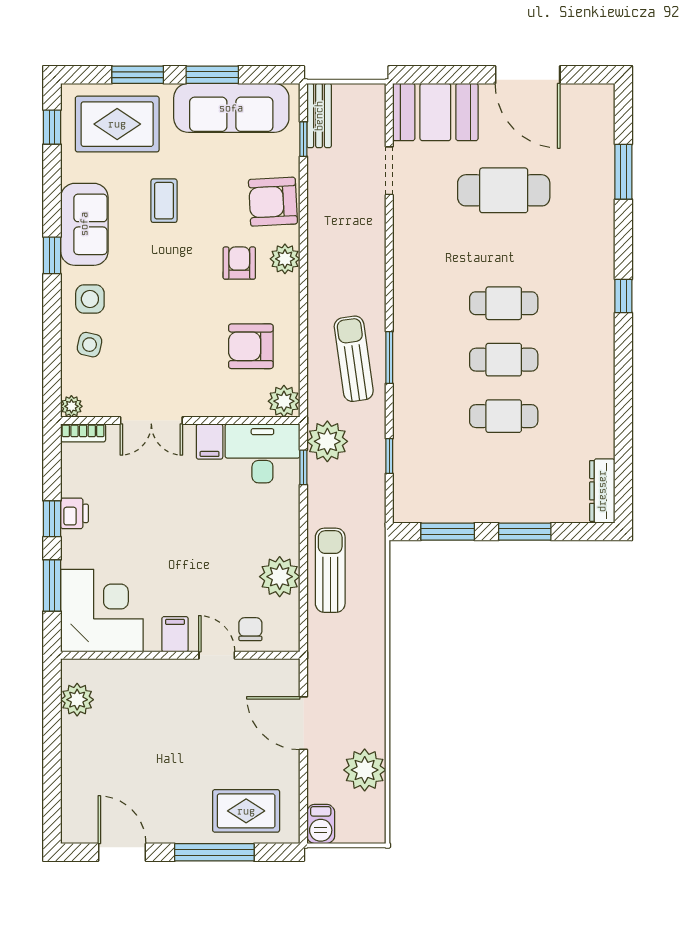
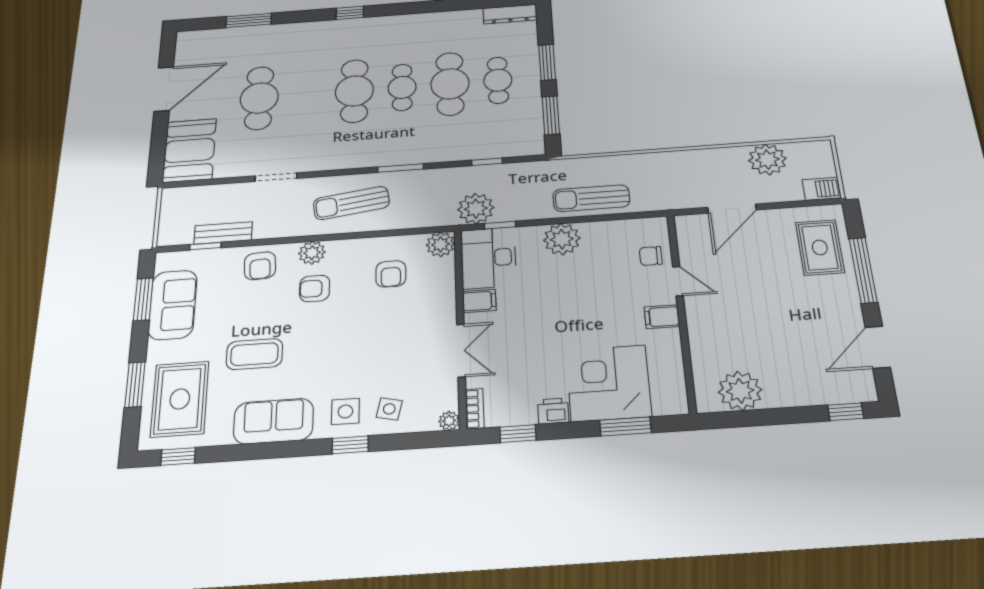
window: (212, 75) -> (143, 299), moved
sofa: (231, 108) -> (173, 305), width x0.73
bench: (319, 116) -> (223, 233), moved
doorway: (389, 171) -> (276, 177), moved
coffee table: (164, 201) -> (254, 354), width x1.36, depth x1.30
armchair: (273, 202) -> (260, 266), width x0.72, depth x0.72
window: (52, 255) -> (350, 445), moved
cafe table: (504, 303) -> (354, 91), width x1.37, depth x1.35
armchair: (251, 346) -> (391, 274), width x0.72, depth x0.72
sun lounger: (354, 359) -> (351, 203), moved
cafe table: (504, 416) -> (450, 84), width x1.37, depth x1.35
cafe table: (504, 473) -> (498, 80), added
window: (52, 519) -> (518, 434), moved
plant: (280, 577) -> (562, 239), moved
corner desk: (102, 611) -> (609, 383), moved
door: (217, 655) -> (678, 281), swing flipped
plant: (77, 700) -> (740, 391), width x1.36, depth x1.36
window: (52, 808) -> (846, 412), added

